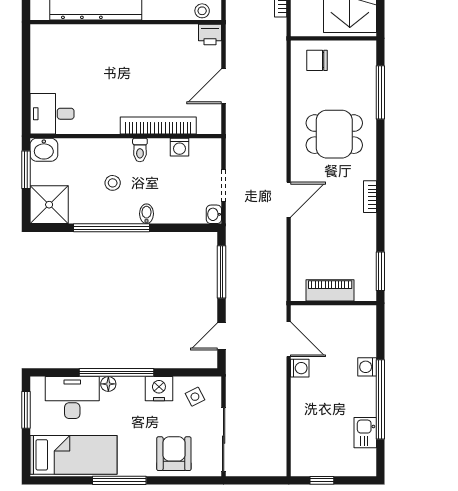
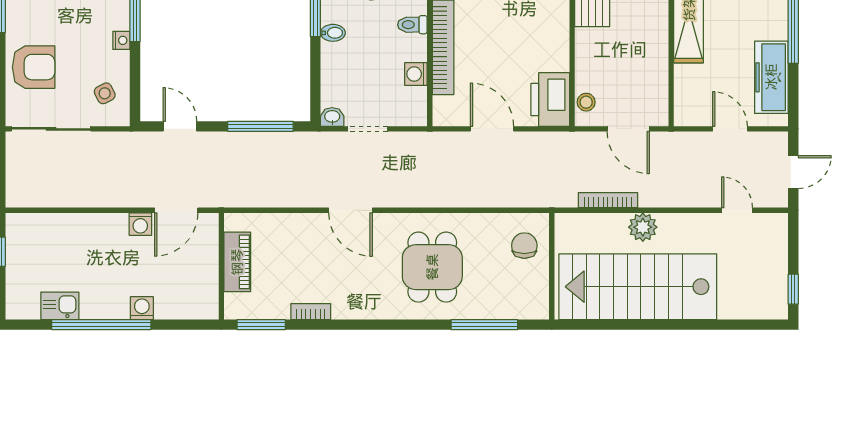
printer: (210, 35) -> (550, 100), width x1.87, depth x1.48
bookcase: (370, 197) -> (311, 312), moved
nightstand: (159, 389) -> (121, 40), width x0.53, depth x0.56

